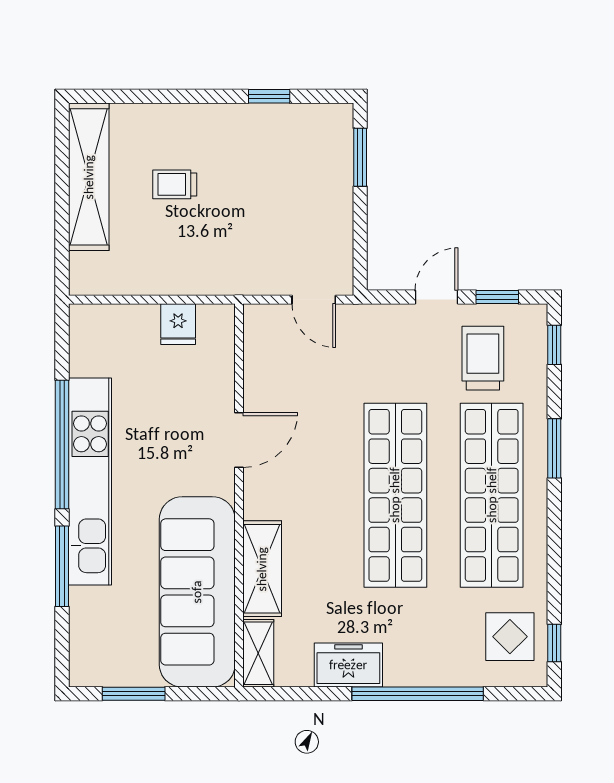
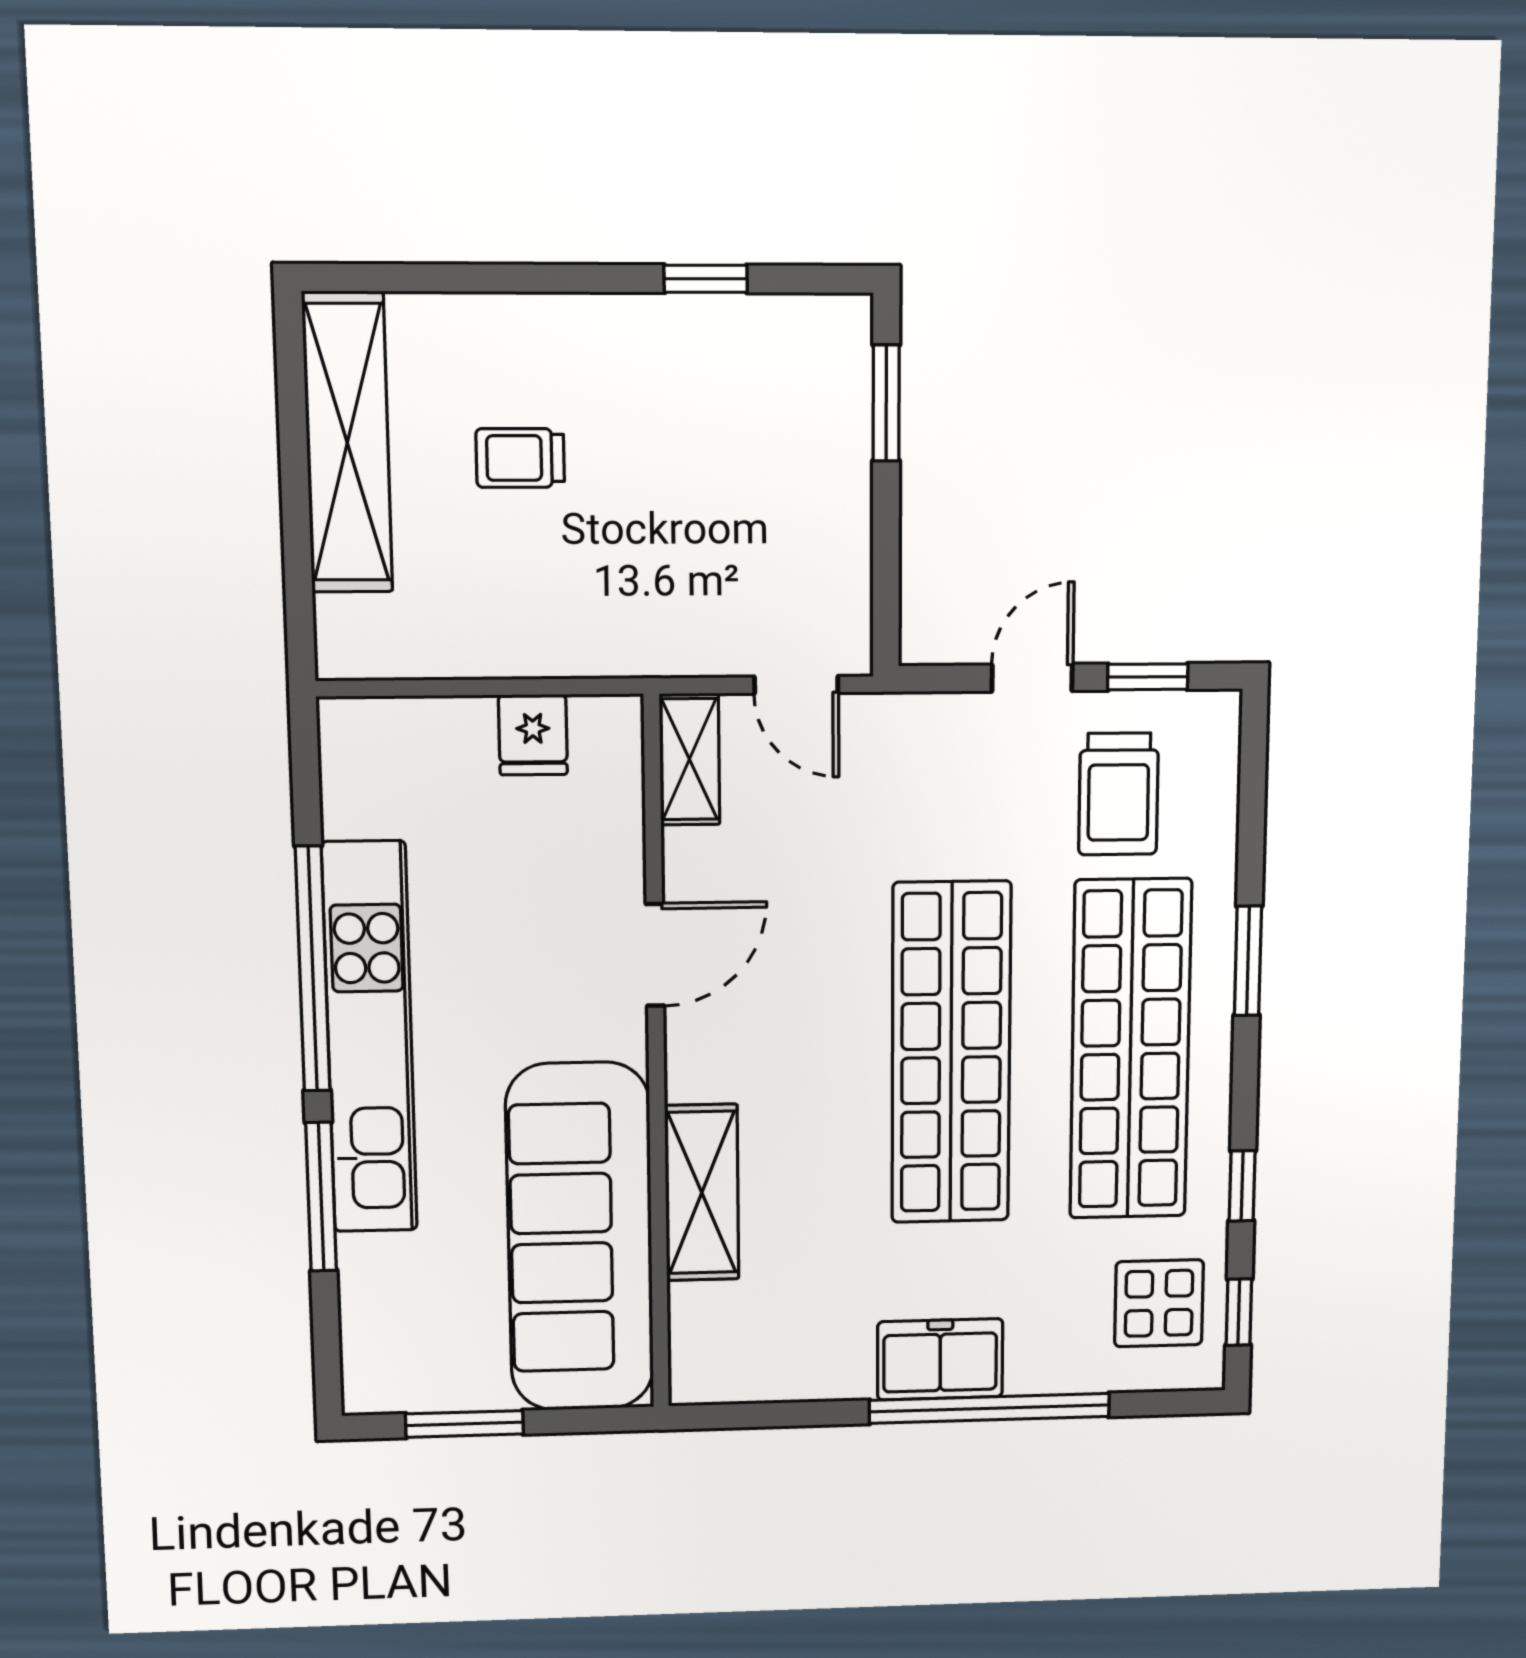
window: (554, 345) -> (1242, 1186), moved
trolley: (483, 358) -> (1118, 794), turned 180
shelving: (258, 653) -> (689, 759), moved
freezer: (348, 665) -> (940, 1359), moved

